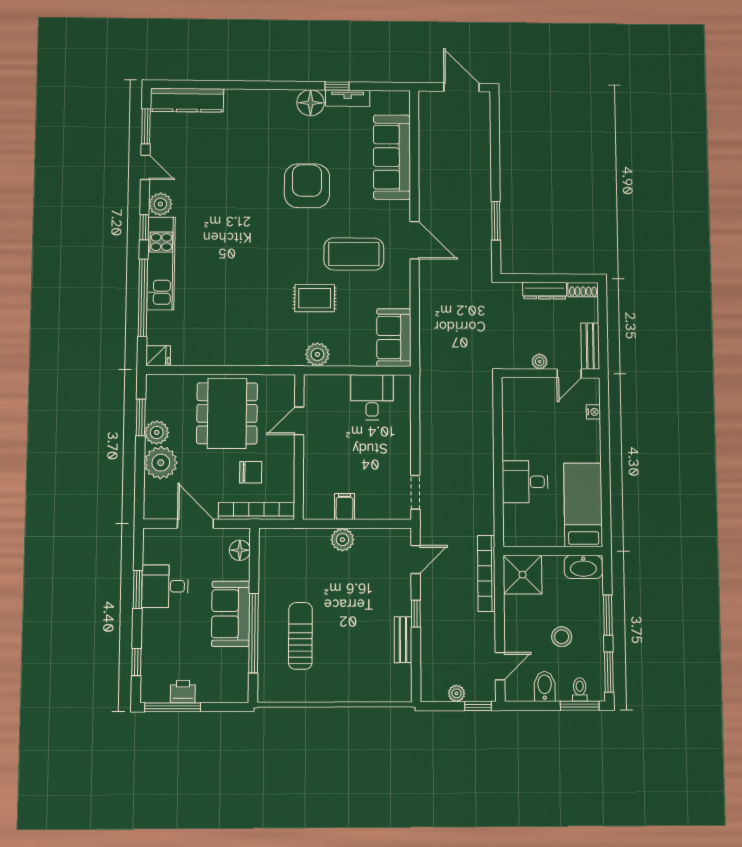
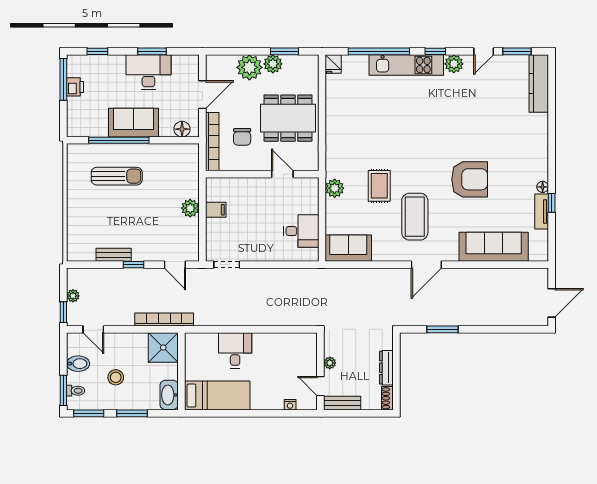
floor lamp: (311, 103) -> (543, 187), width x0.53, depth x0.53
desk: (165, 586) -> (148, 72), width x1.37

